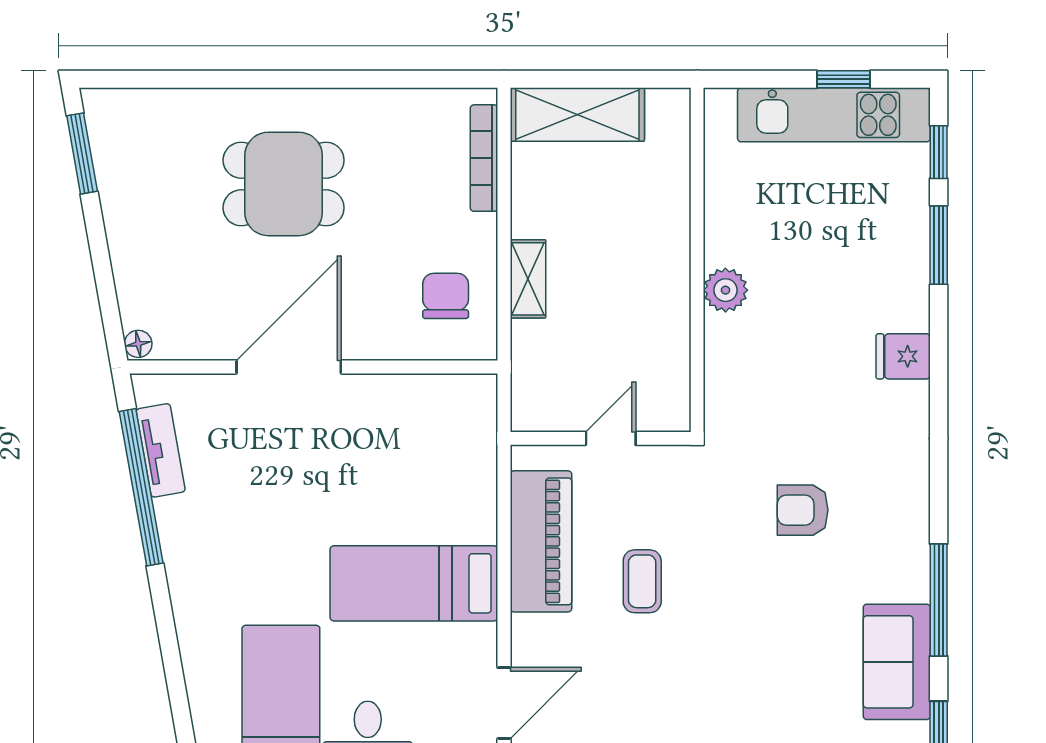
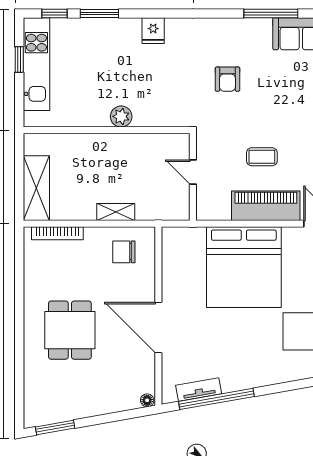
piano: (541, 541) -> (266, 206), moved
bed: (414, 583) -> (244, 267), width x2.04

